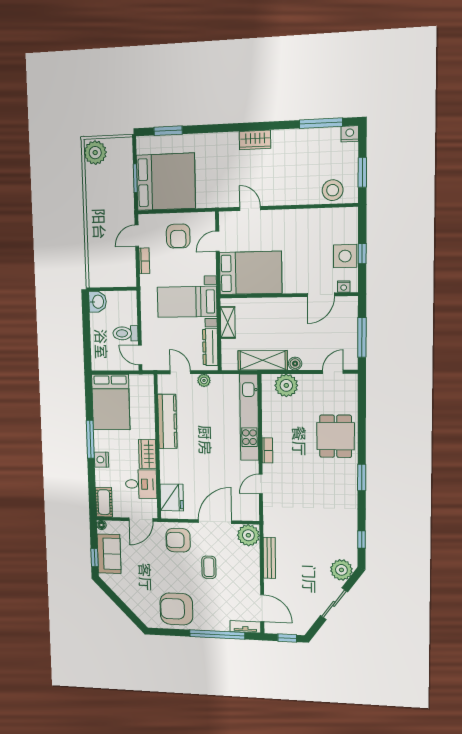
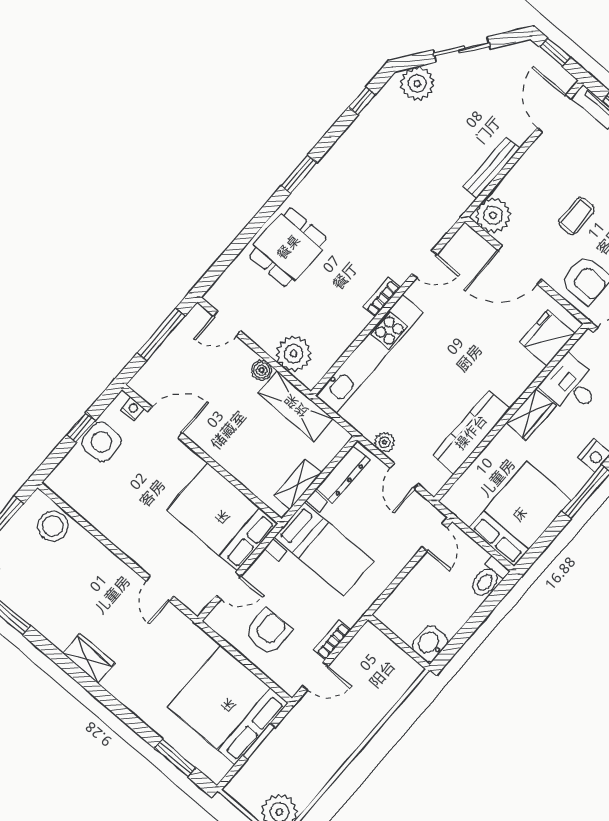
toilet: (125, 333) -> (488, 578), moved, turned 90

